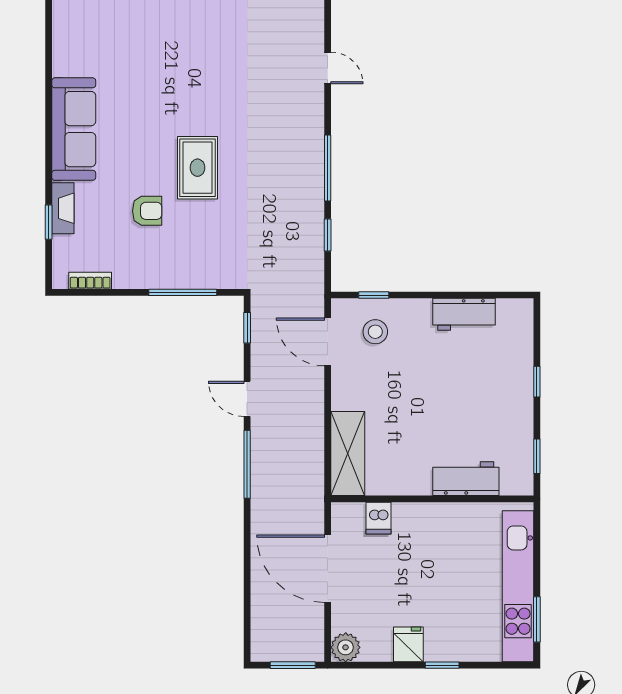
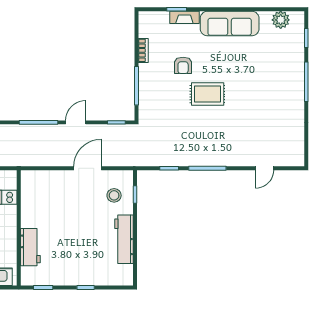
plant: (67, 39) -> (281, 20), added
bookcase: (90, 281) -> (143, 50), moved
workbench: (464, 314) -> (124, 239), width x1.37
door: (328, 342) -> (88, 168), moved
shelving: (348, 454) -> (45, 180), removed

